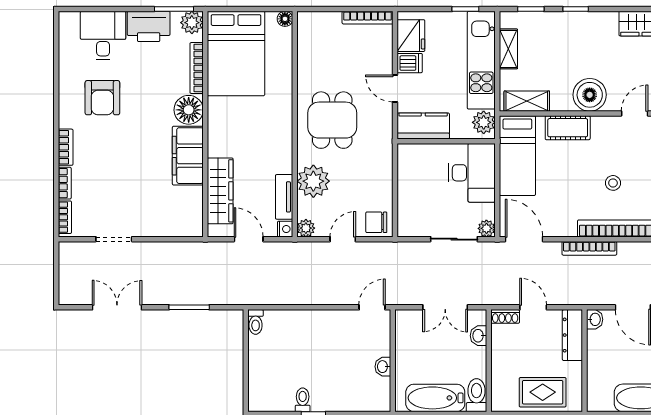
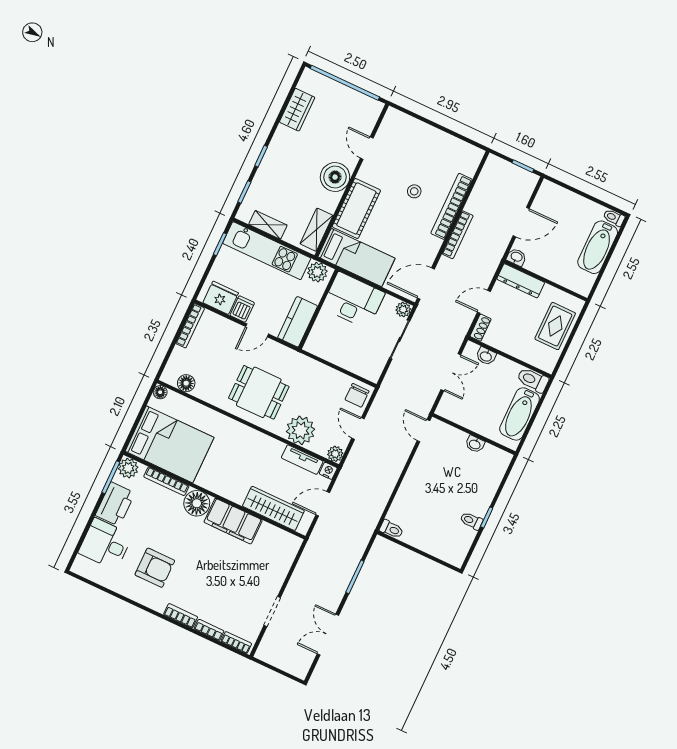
floor lamp: (307, 41) -> (186, 383), added
cot: (568, 128) -> (356, 208), width x1.37, depth x1.34

